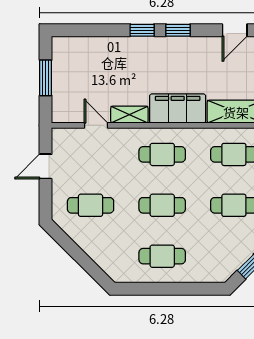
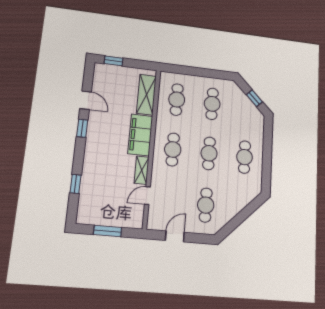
window: (142, 30) -> (76, 184), moved
door: (235, 30) -> (86, 100), moved
door: (46, 166) -> (175, 236), swing flipped

